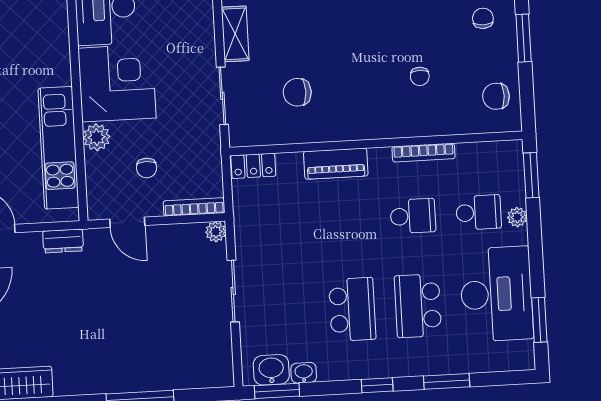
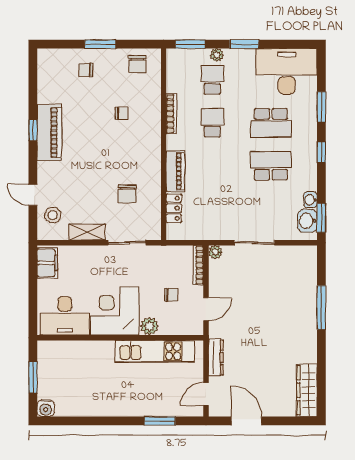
locker: (253, 166) -> (174, 208), moved
dresser: (63, 241) -> (216, 358), width x1.44
desk: (496, 294) -> (287, 71), moved
window: (539, 320) -> (244, 44), moved

